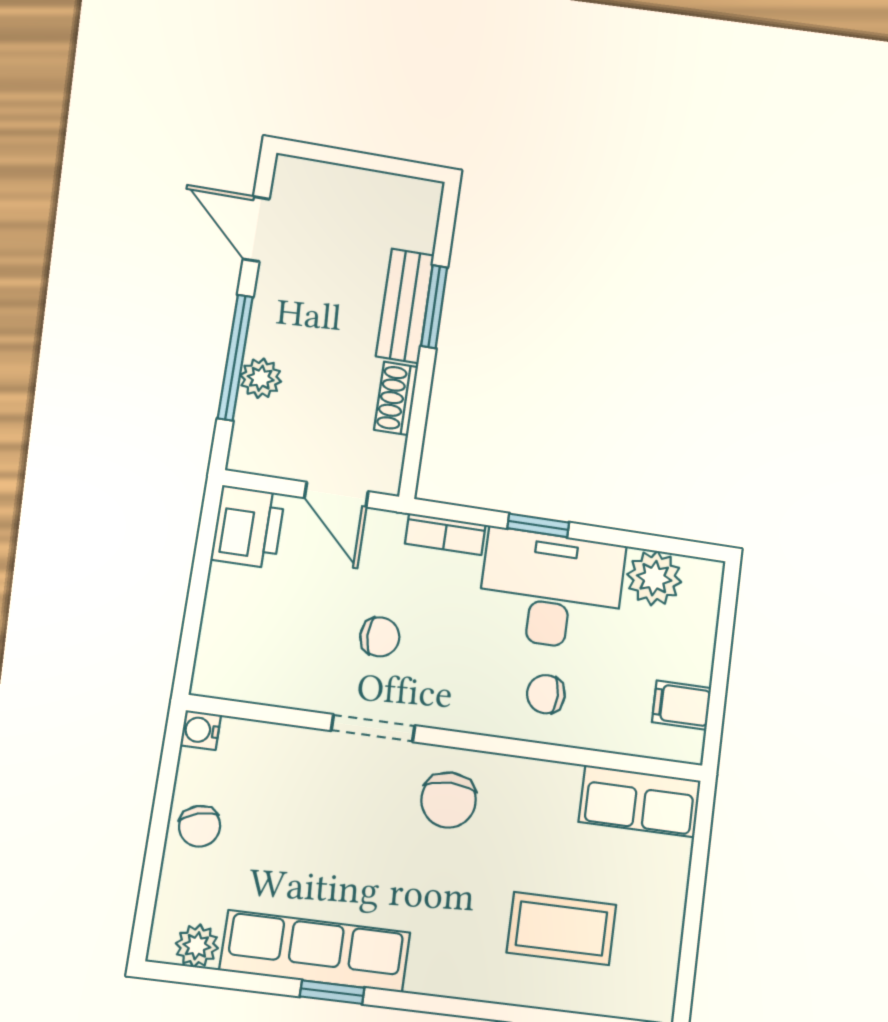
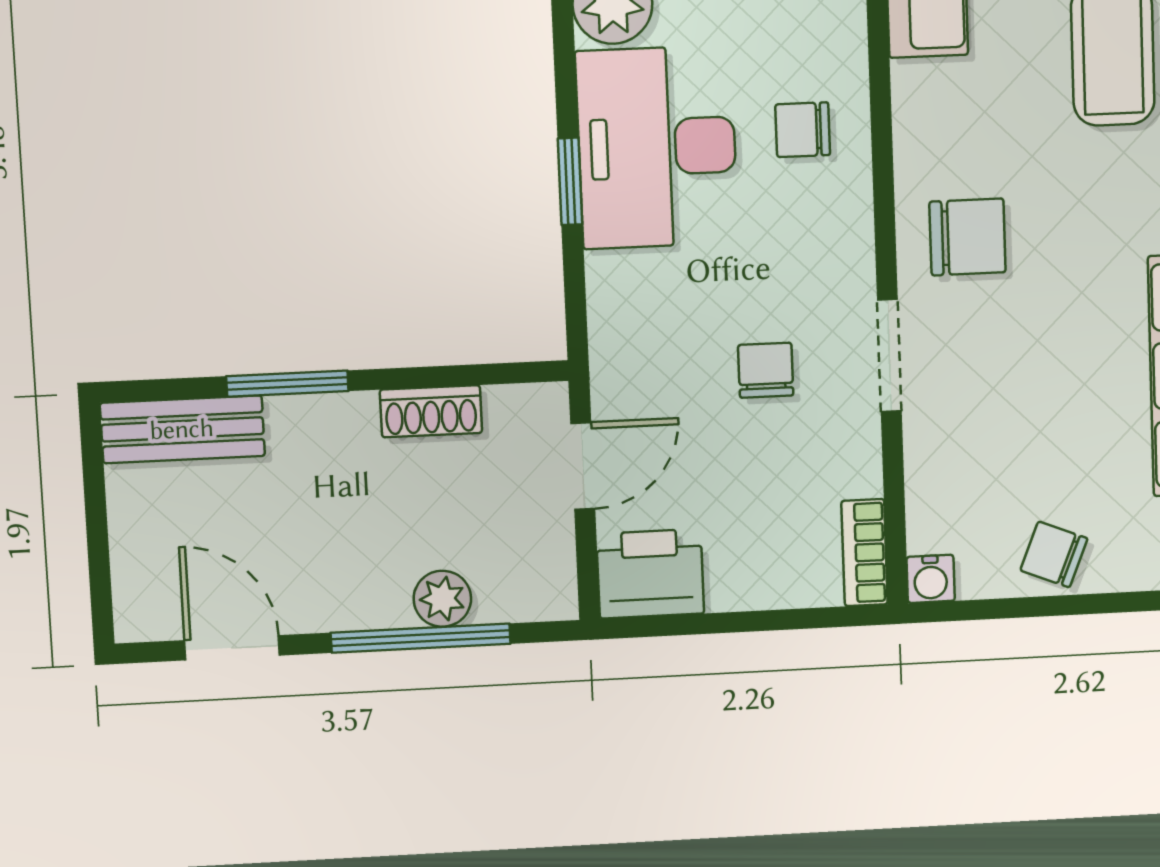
door: (256, 229) -> (232, 648), swing flipped
bench: (405, 306) -> (182, 429), moved
bookcase: (445, 534) -> (864, 553), moved, turned 180
chair: (546, 694) -> (803, 130), turned 90
chair: (200, 826) -> (1054, 554), turned -142

